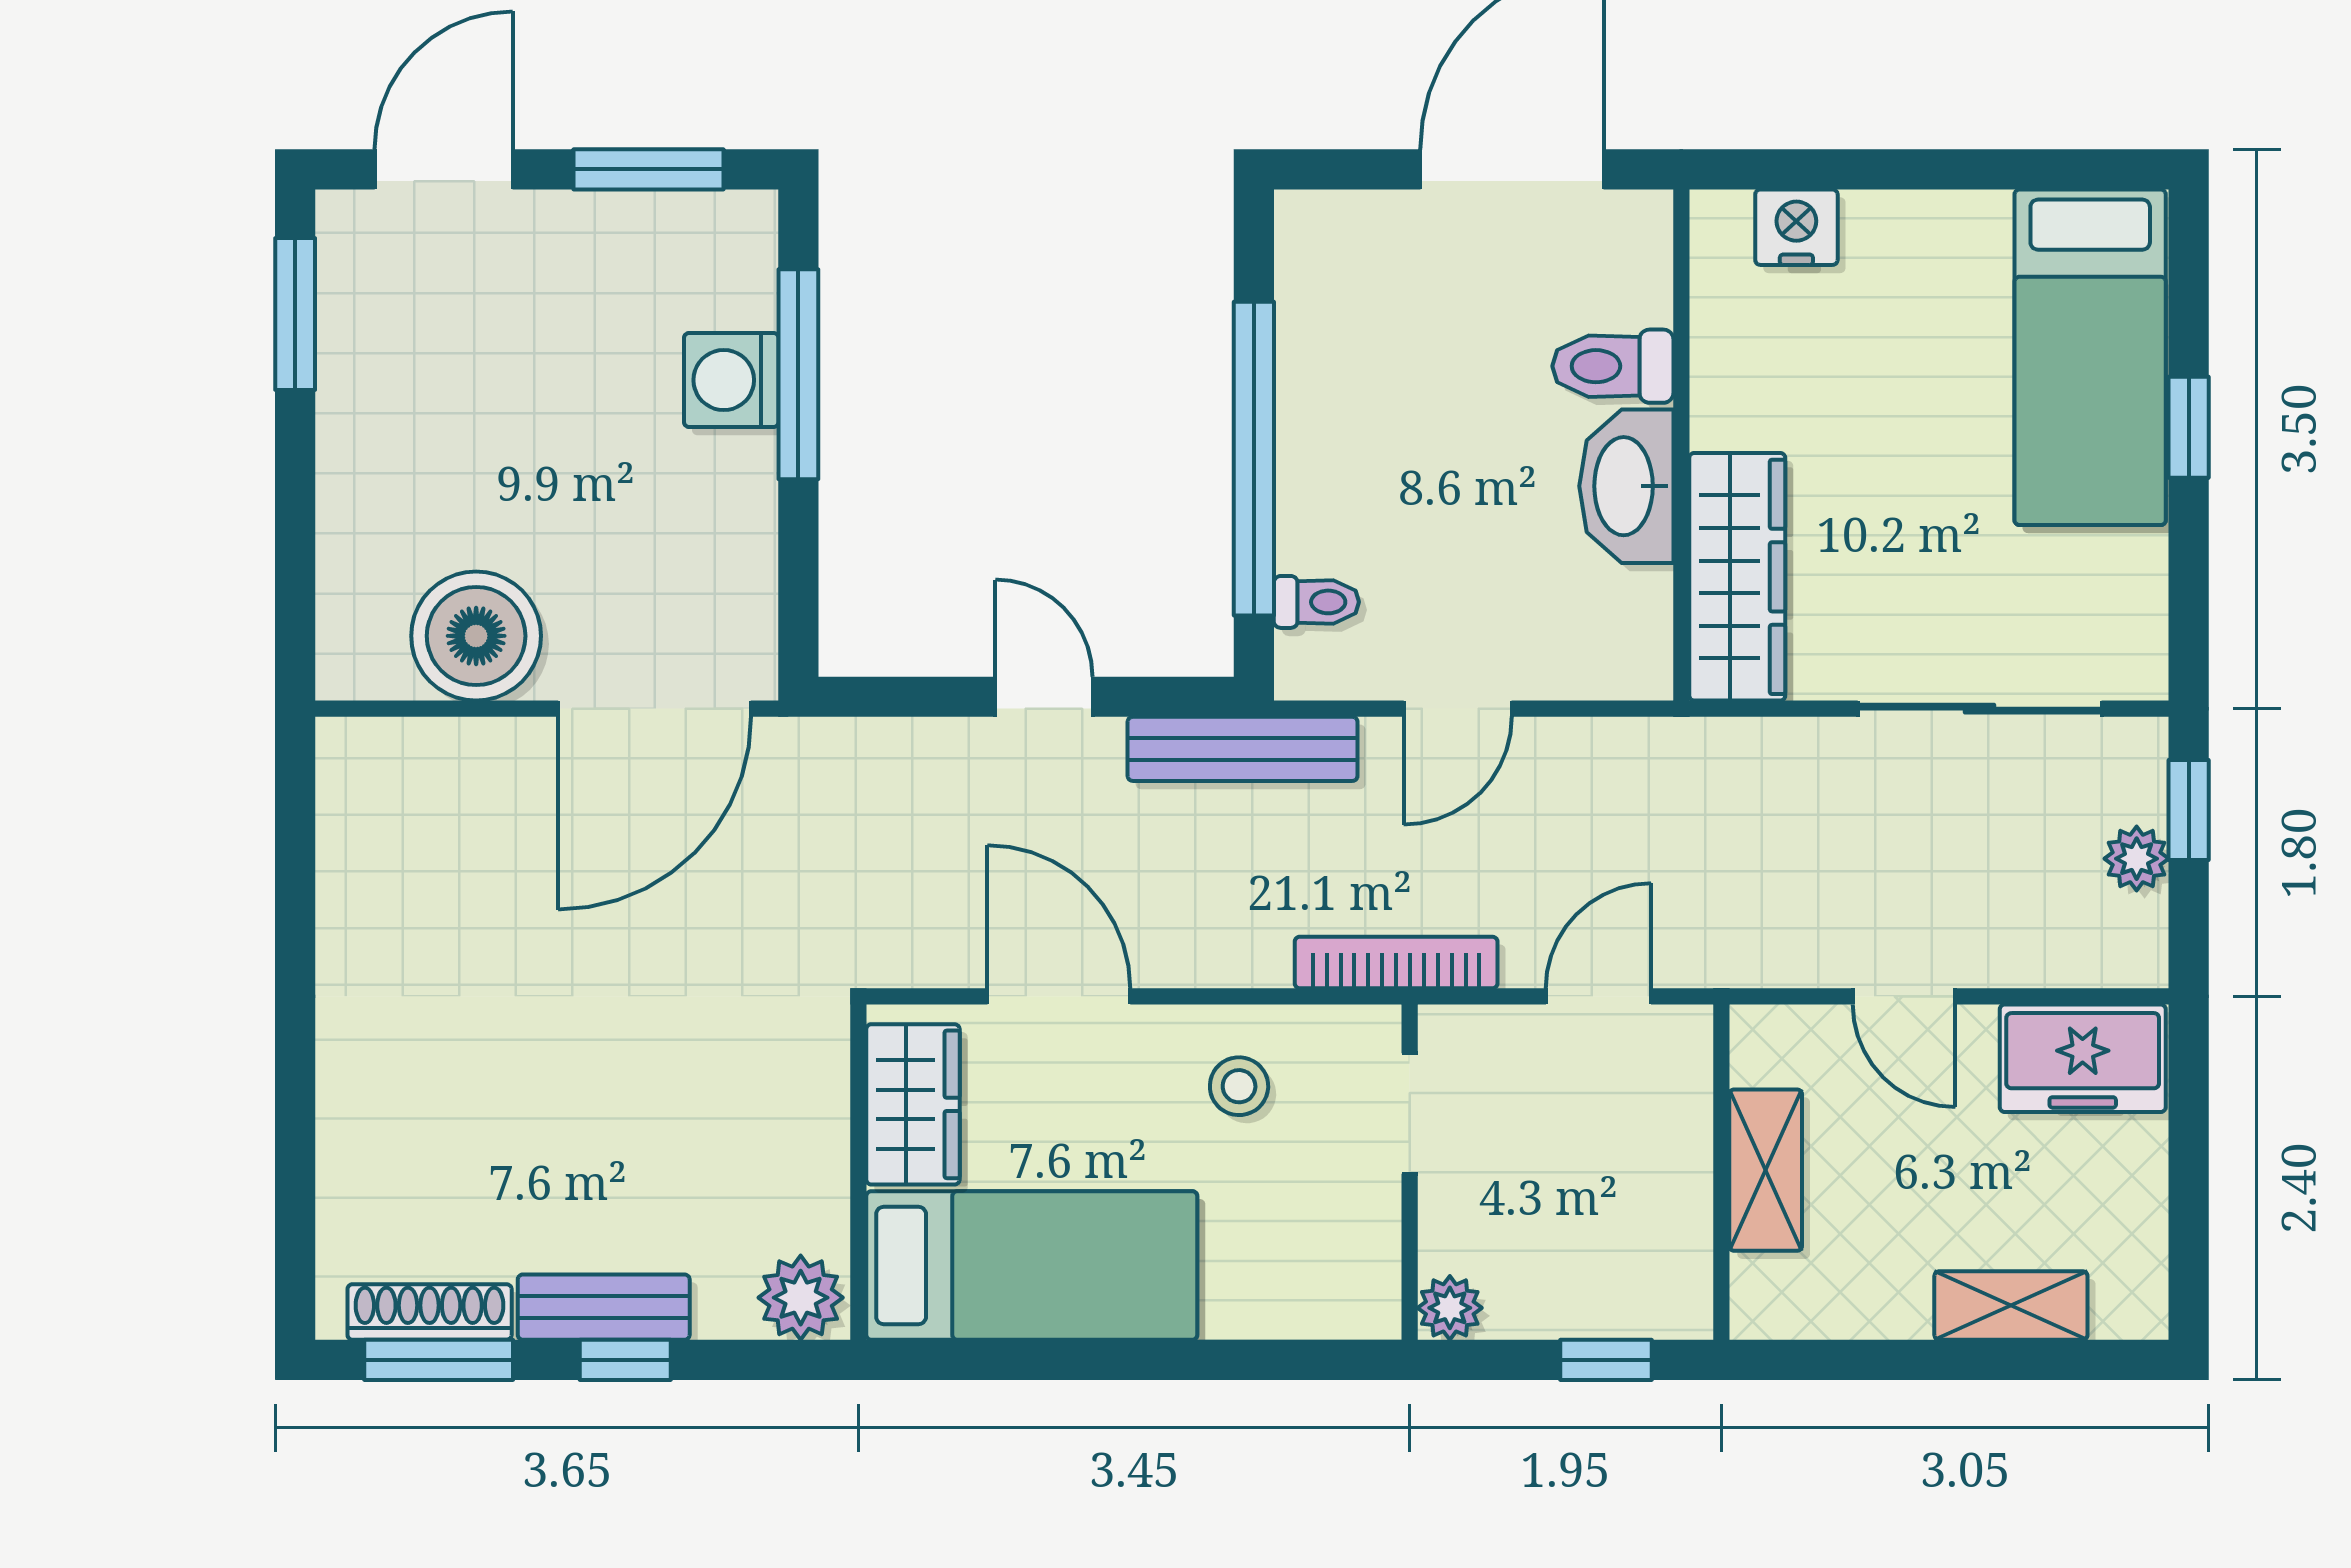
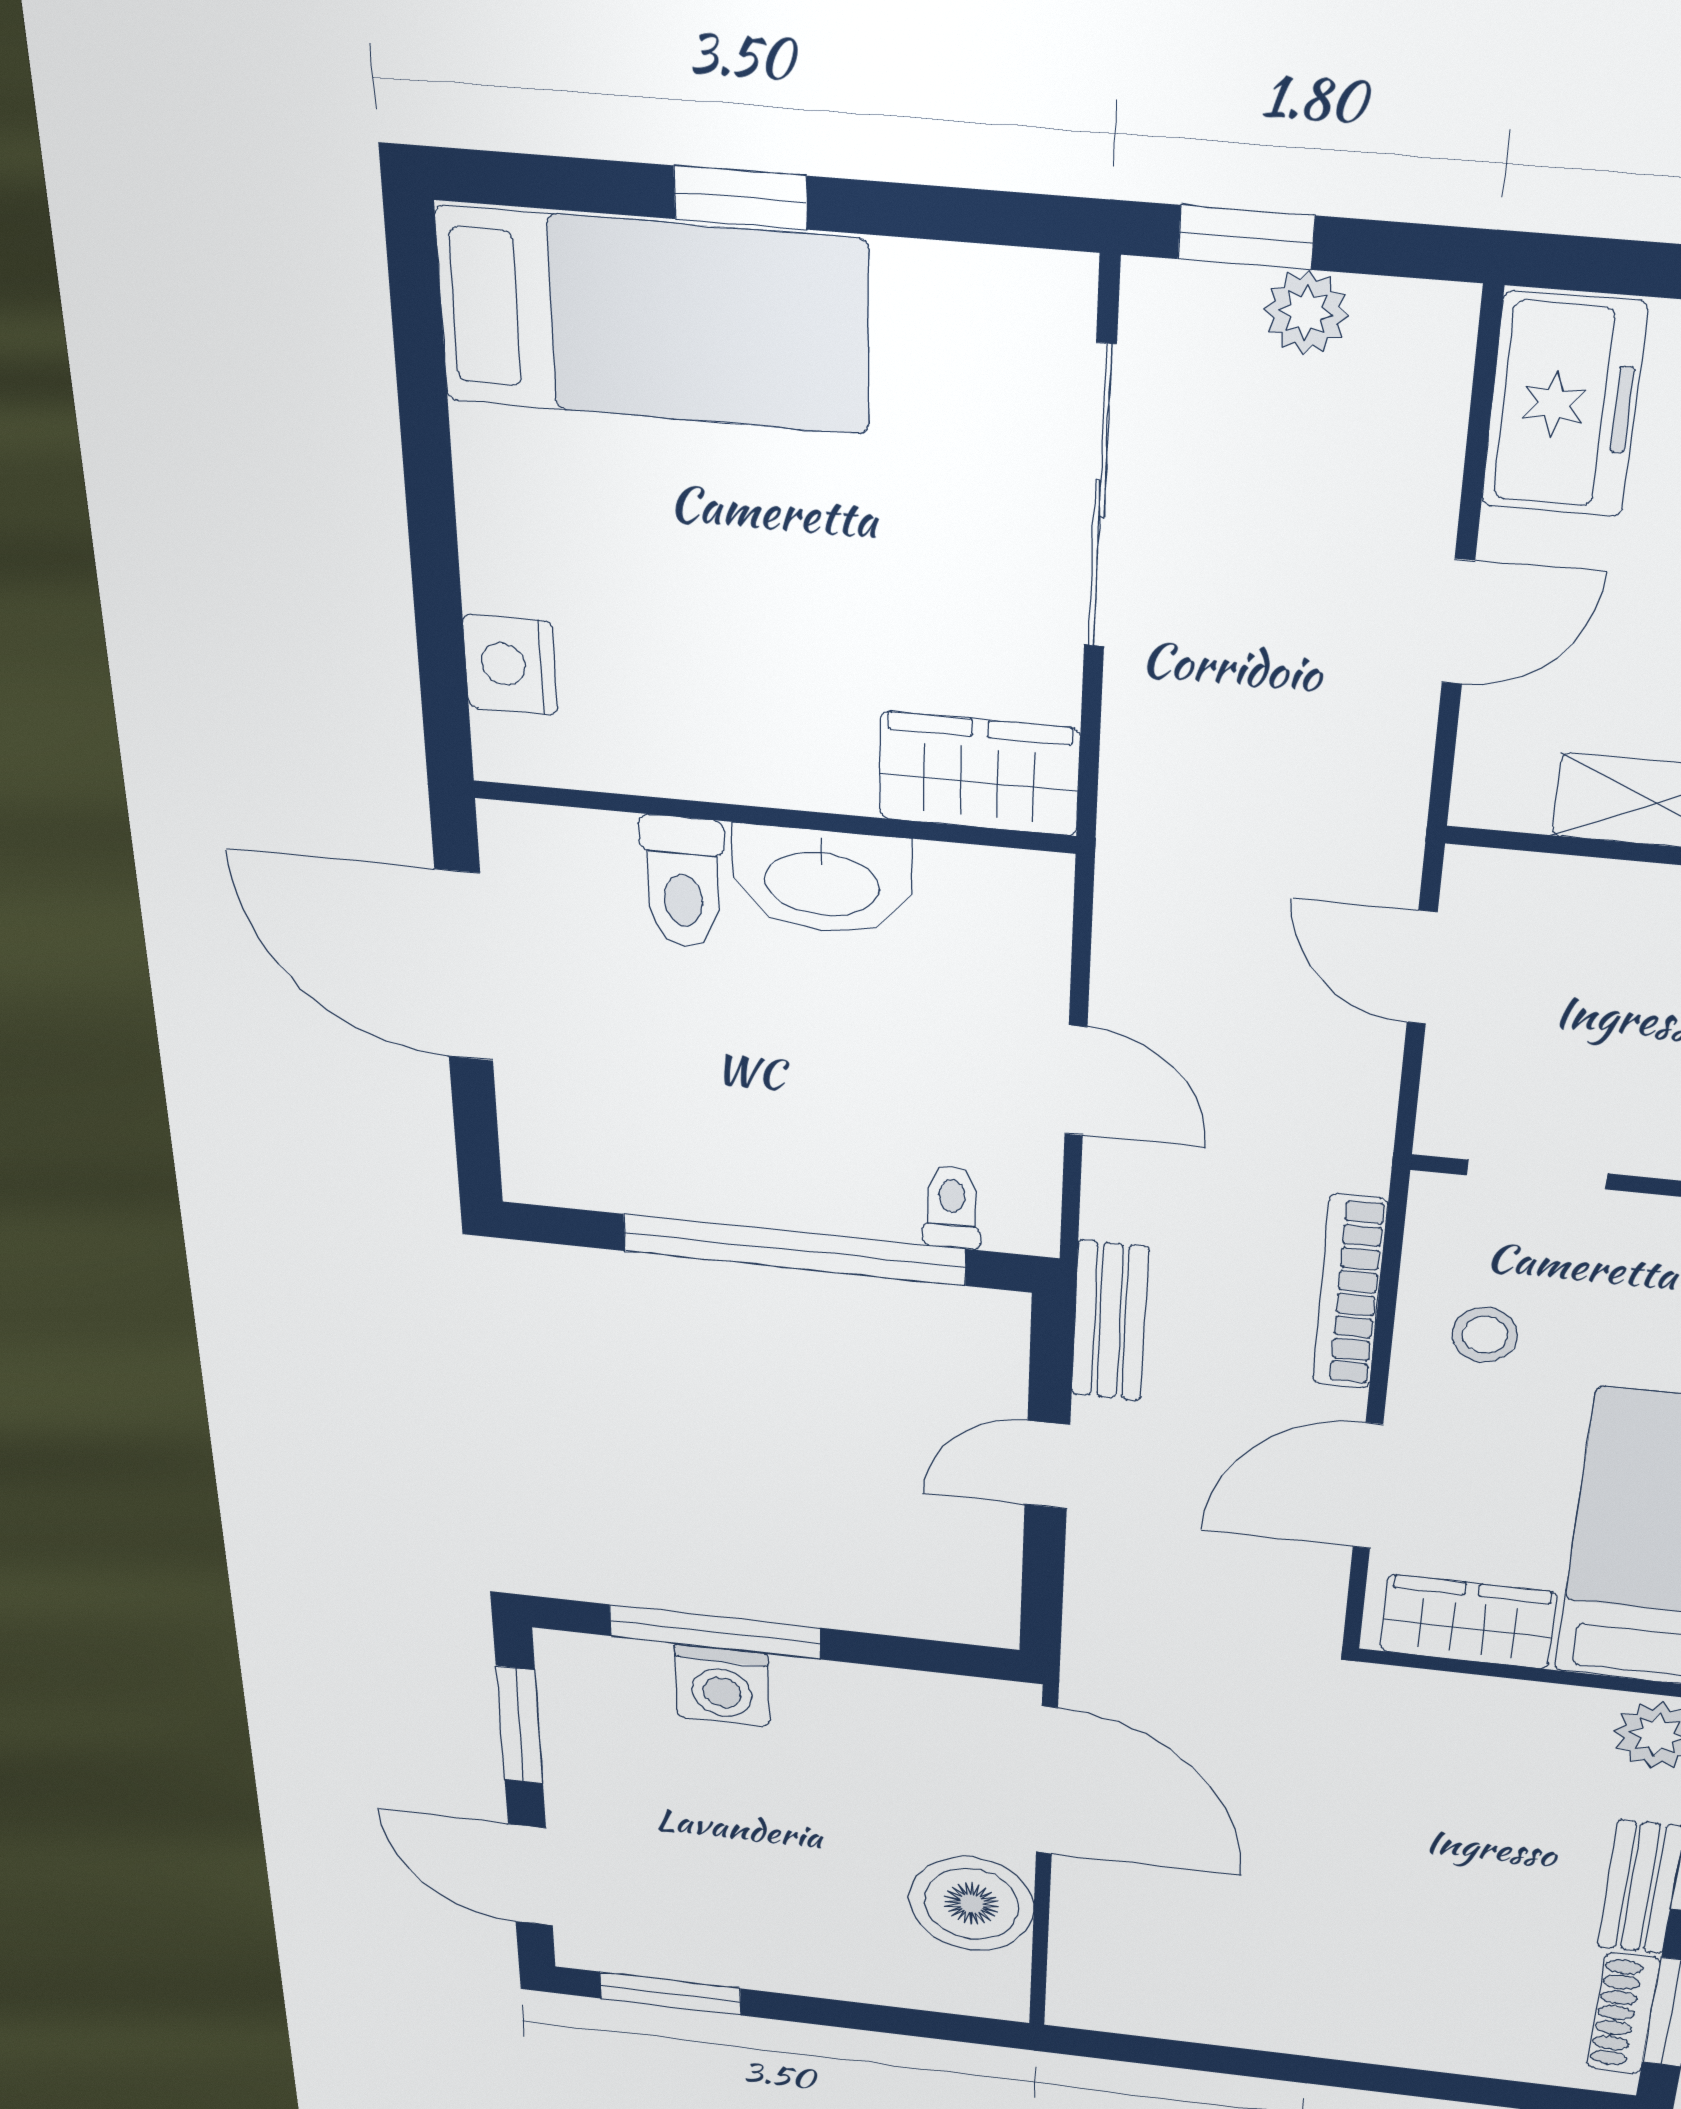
wardrobe: (1737, 577) -> (979, 774), width x0.67
bench: (1243, 749) -> (1110, 1321), width x0.73
bookcase: (1396, 962) -> (1350, 1293), moved

